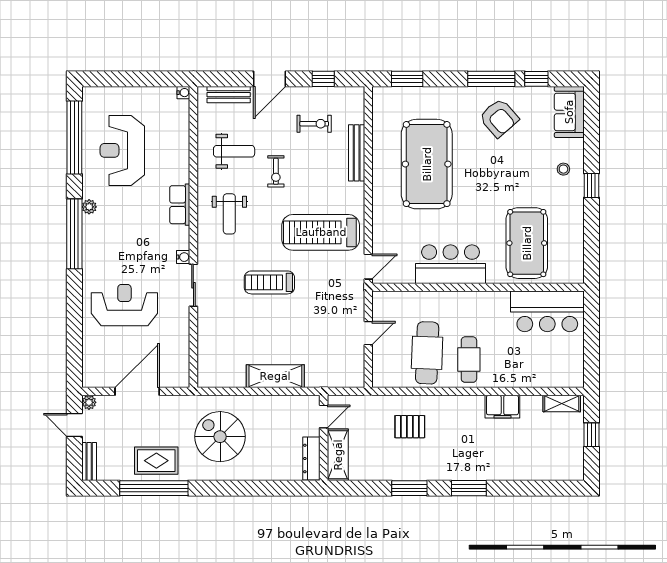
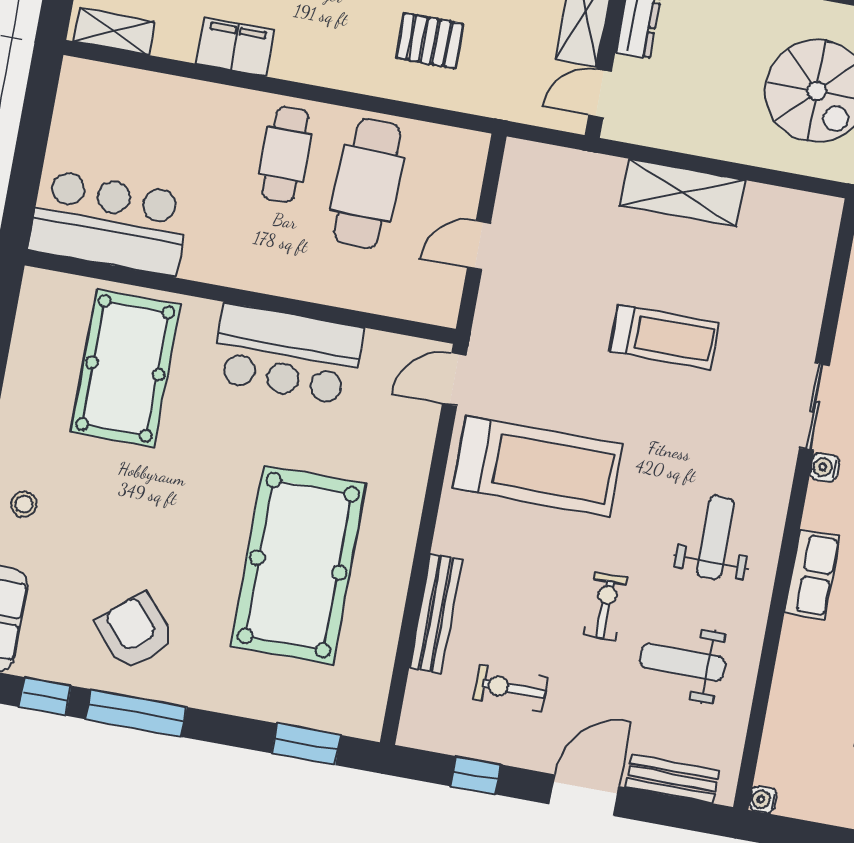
treadmill: (269, 282) -> (664, 337), moved

